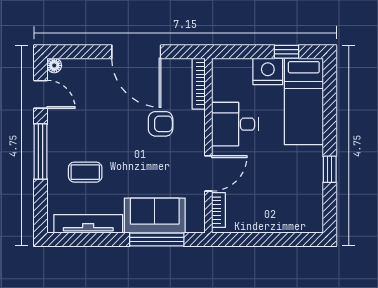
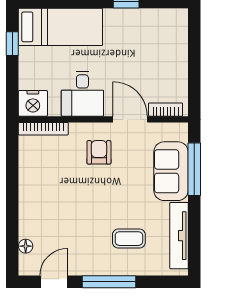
door: (136, 52) -> (12, 189), removed
floor lamp: (54, 65) -> (26, 246), moved
nightstand: (268, 71) -> (33, 103), moved, turned -90
armchair: (161, 124) -> (99, 152), moved
coffee table: (85, 172) -> (129, 239), turned 90

